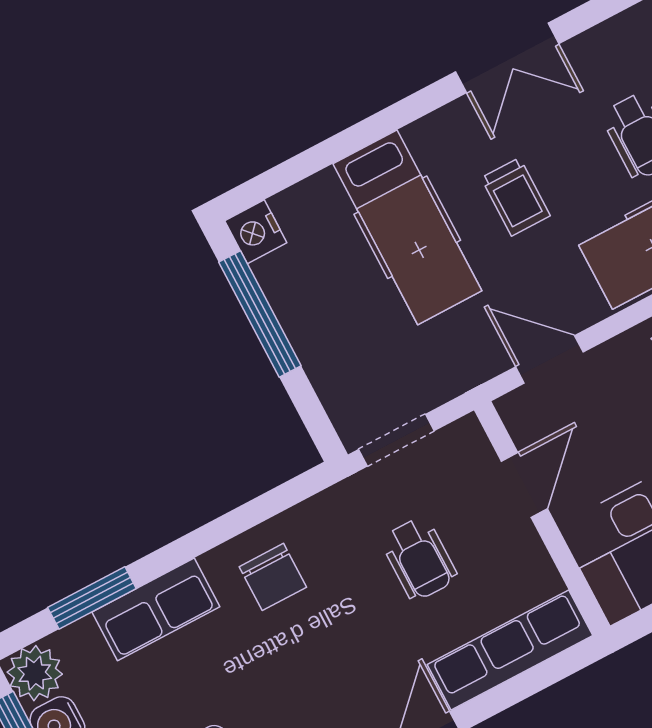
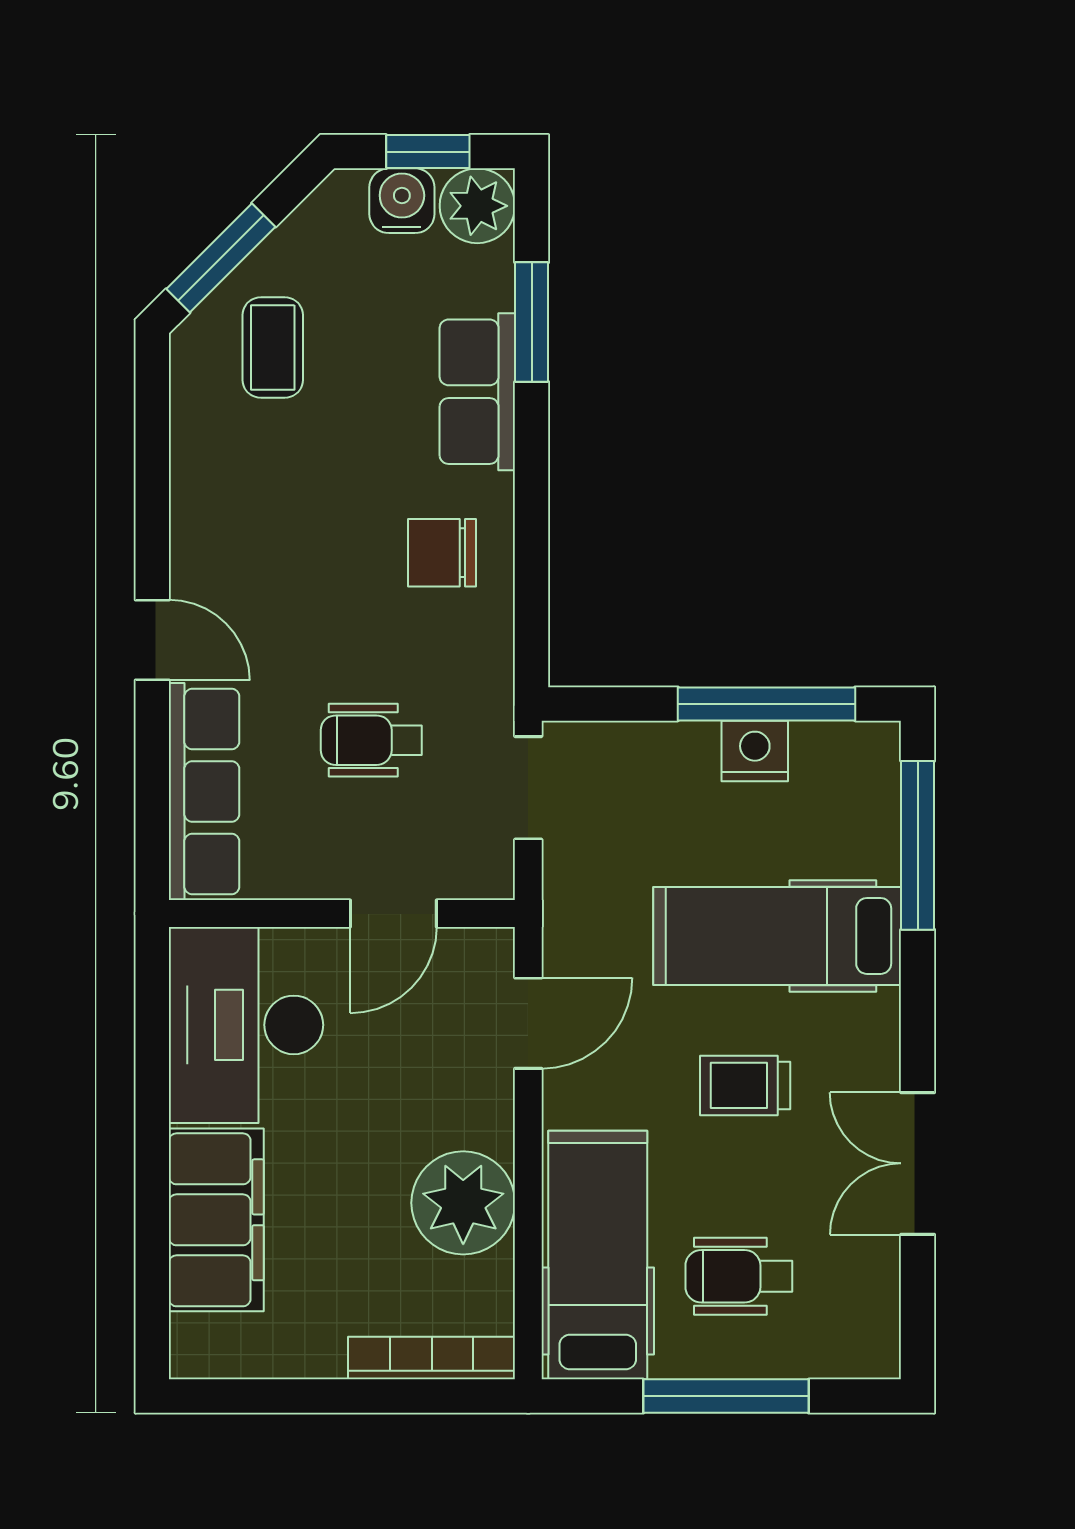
window: (300, 167) -> (918, 845), added
nightstand: (256, 232) -> (755, 751), moved
door: (524, 485) -> (393, 914), hinge flipped

